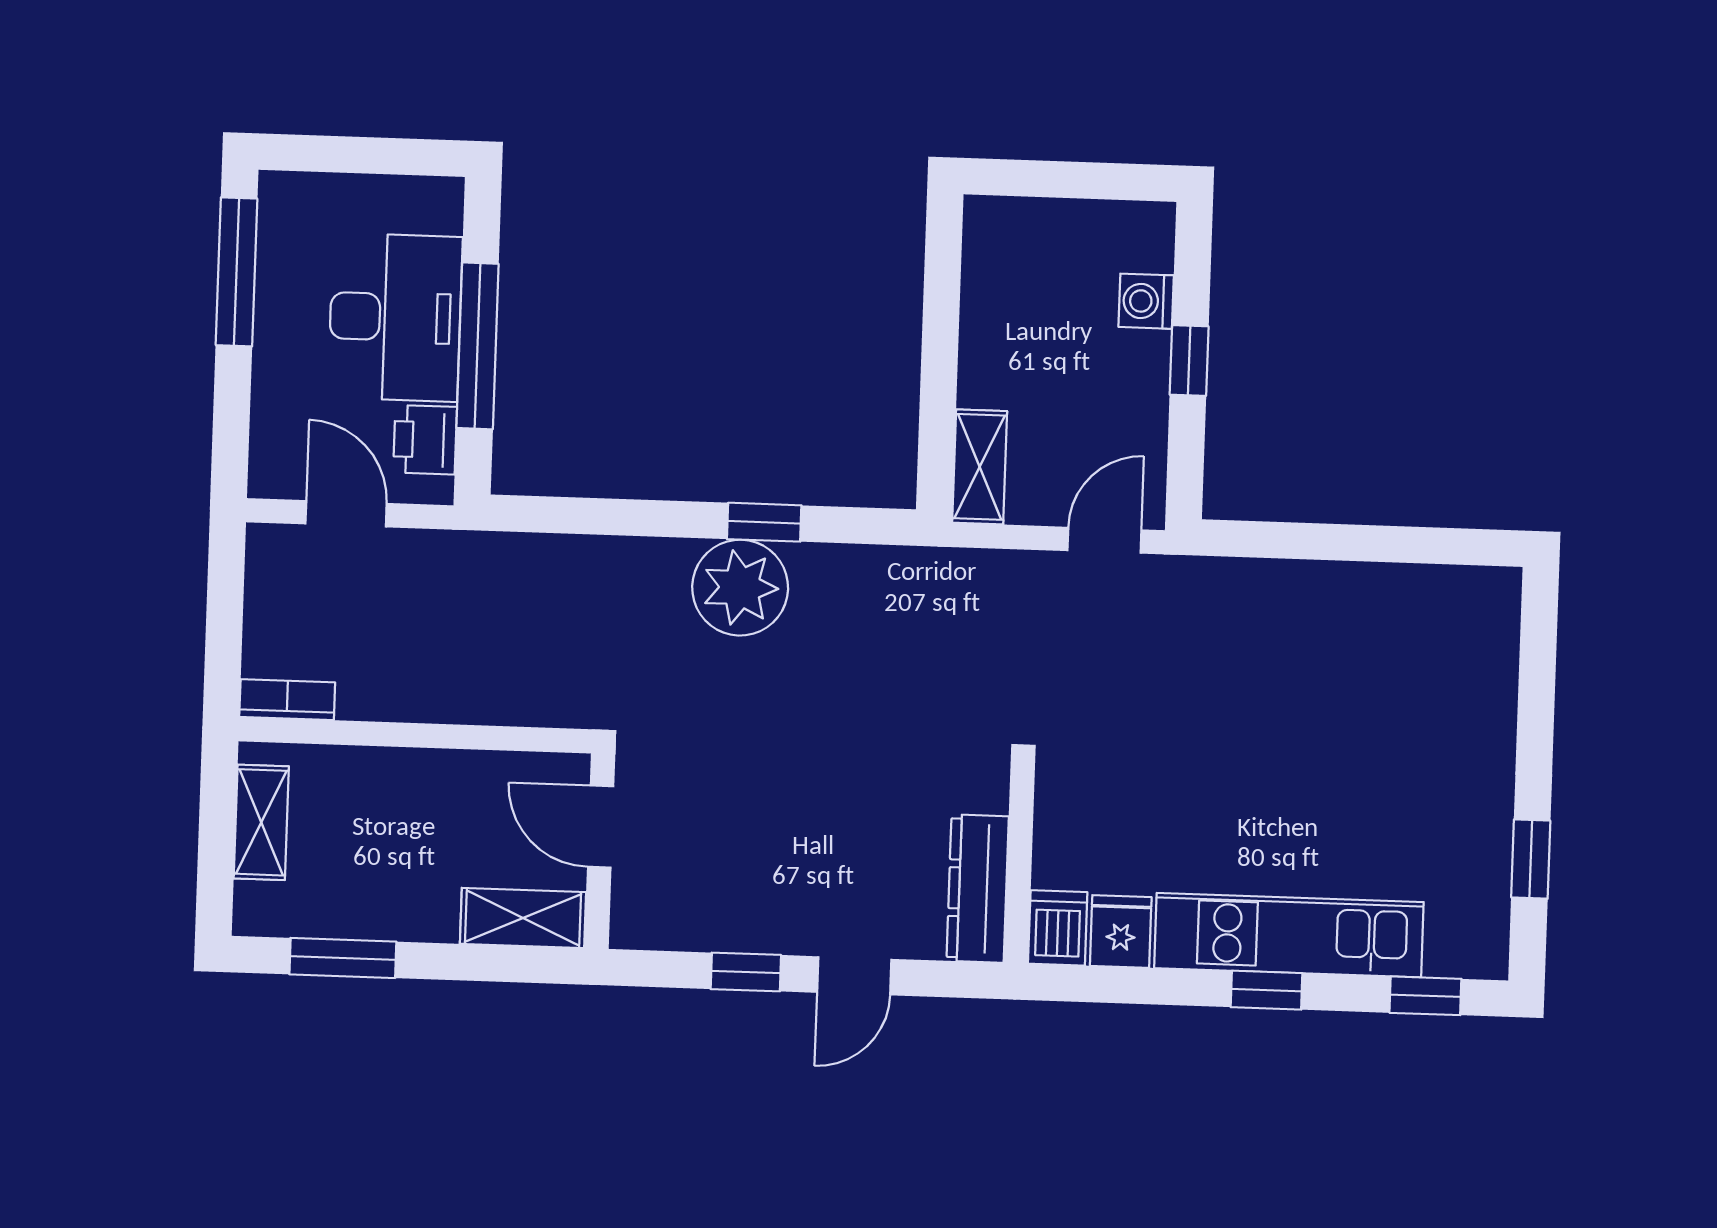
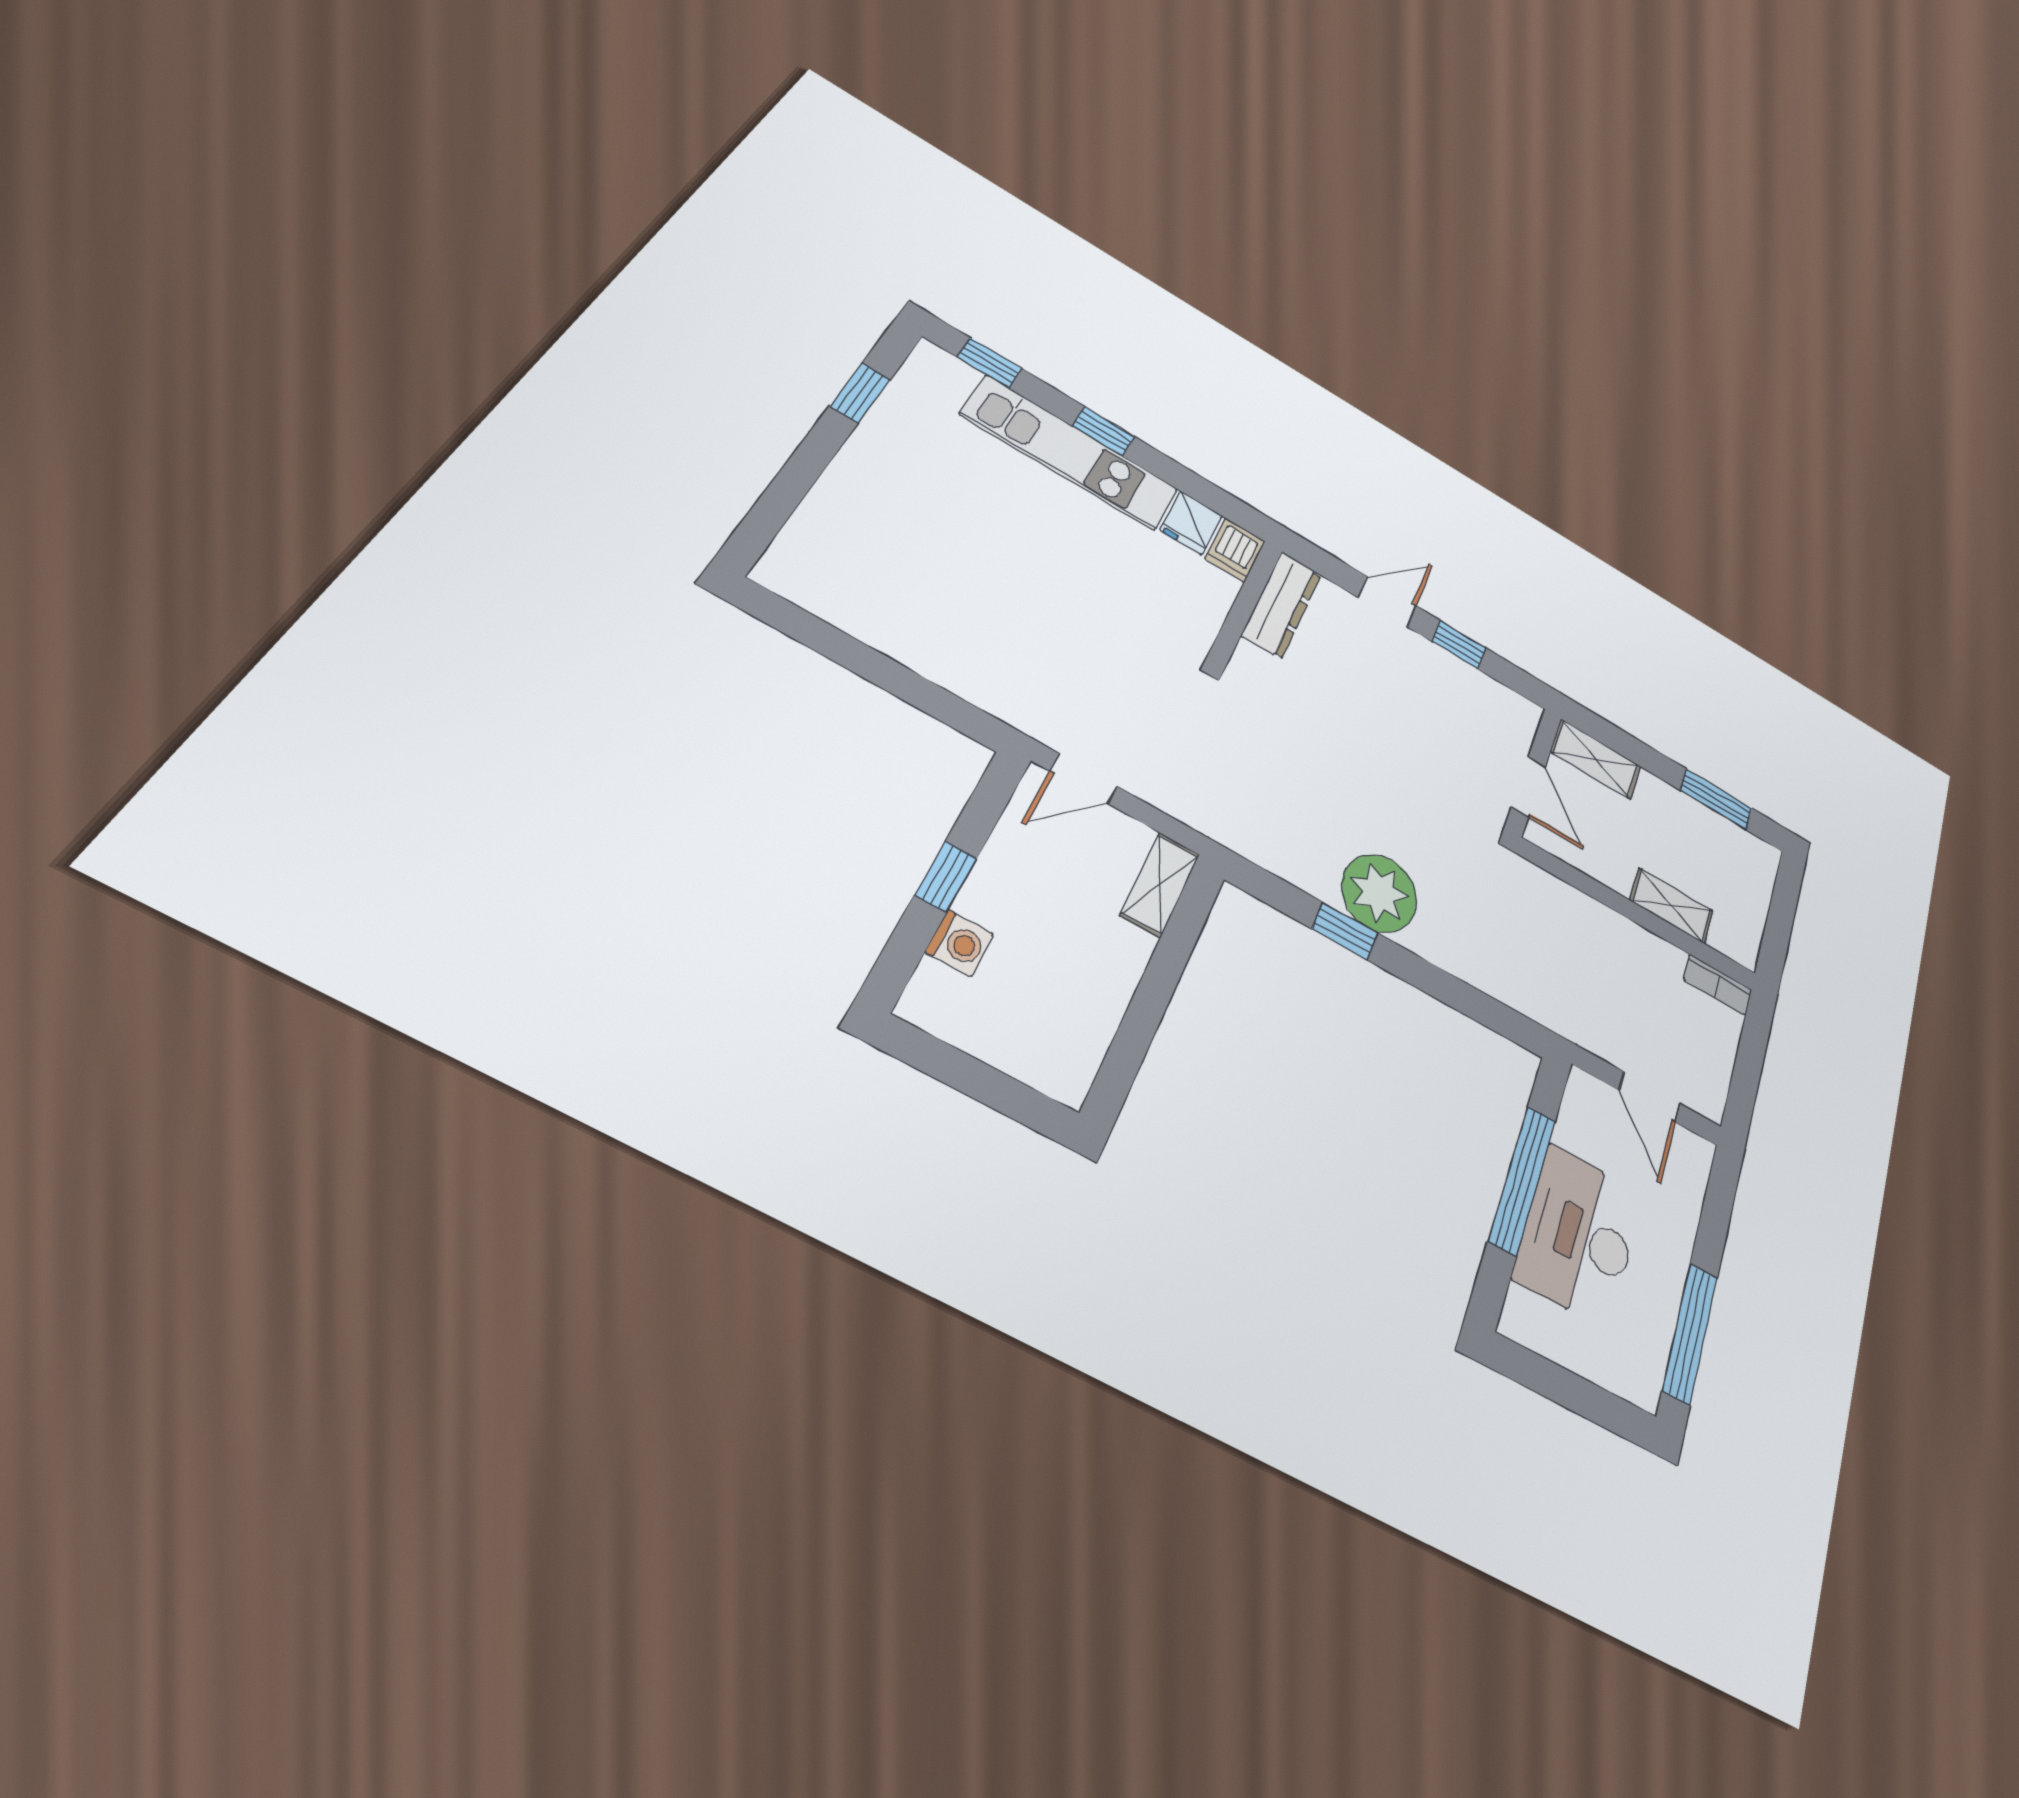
printer: (425, 440) -> (1580, 1125), removed
shelving: (261, 822) -> (1672, 906), moved, turned 90

